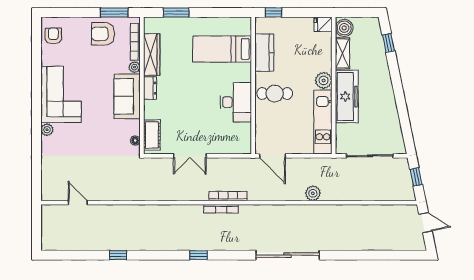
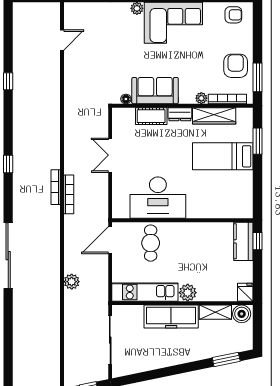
window: (389, 43) -> (226, 359), width x1.50
bed: (222, 49) -> (223, 156), moved, turned -90
kitchen counter: (264, 53) -> (243, 241), moved, turned 90
cafe table: (275, 94) -> (151, 243), moved
sofa: (127, 96) -> (155, 91), moved
desk: (236, 102) -> (158, 198), width x1.36, depth x1.30
cot: (152, 135) -> (151, 116), moved

